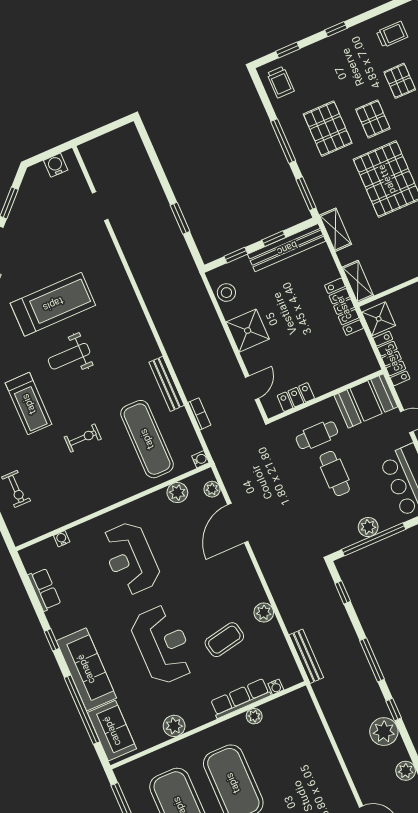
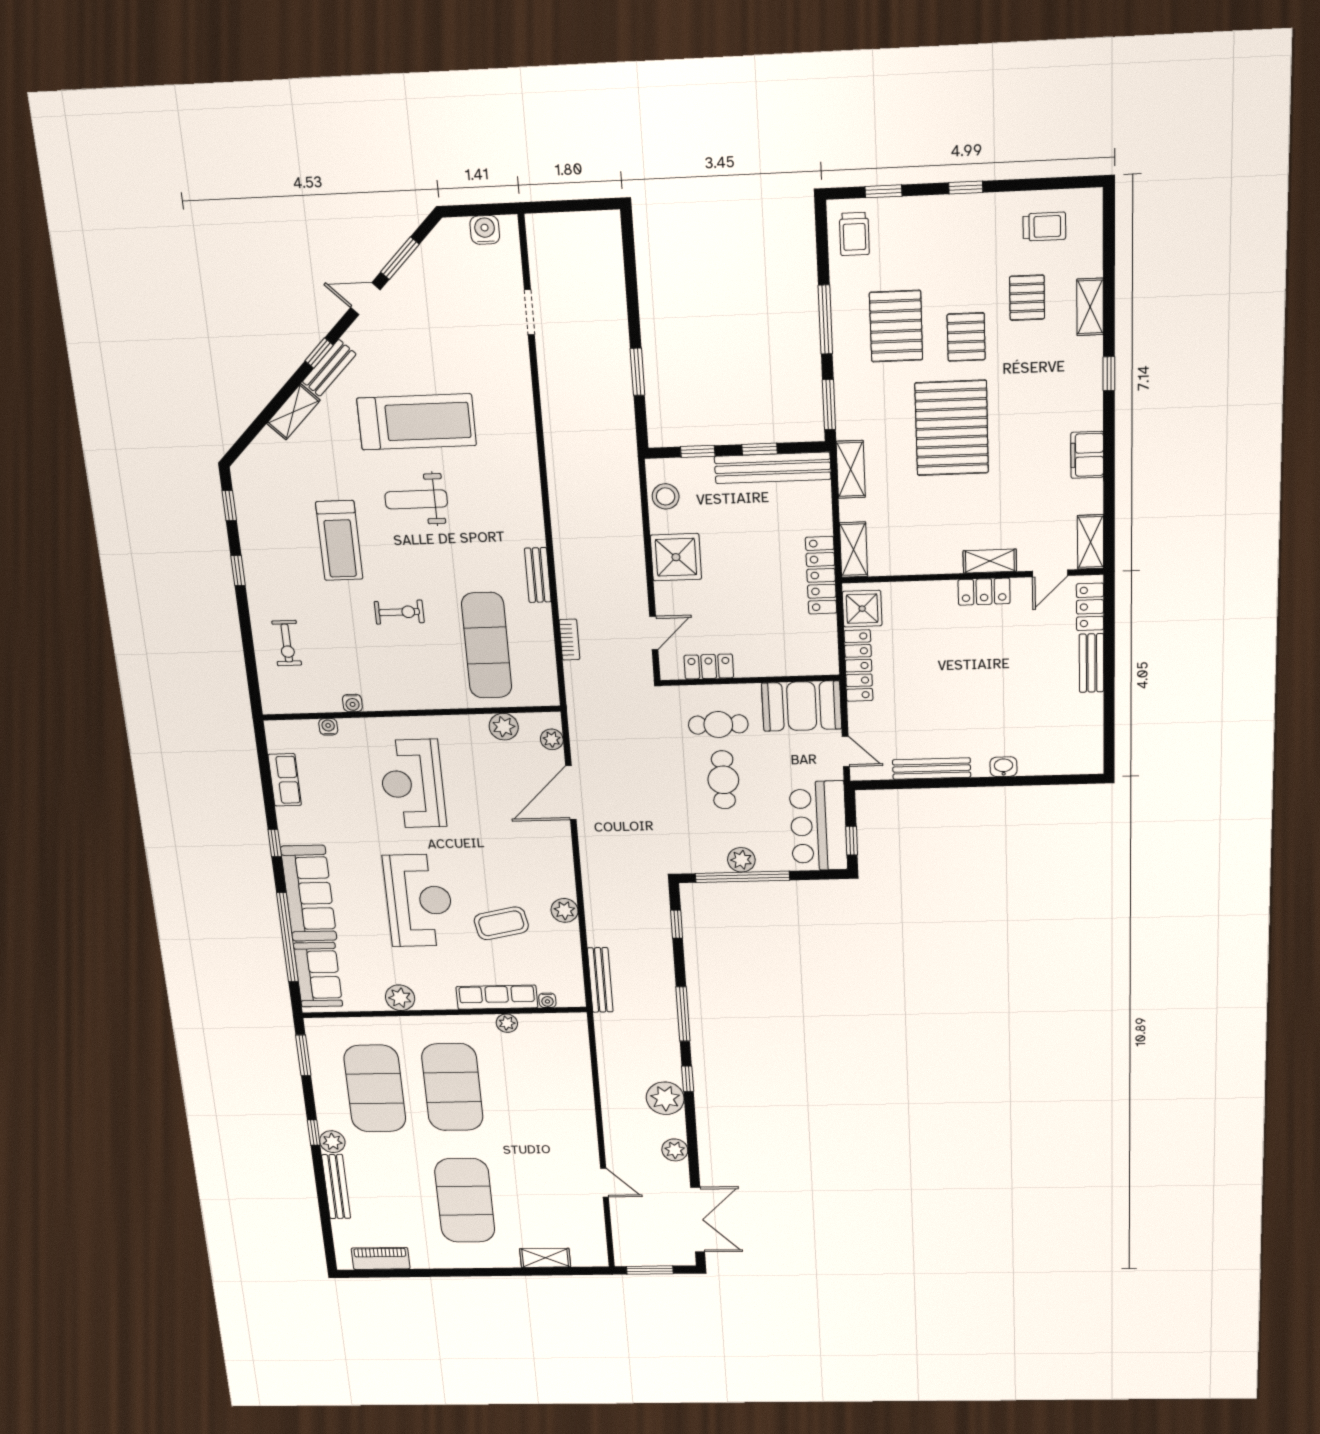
bench: (167, 384) -> (538, 575), width x0.73
water cooler: (200, 459) -> (352, 703), moved, turned 90

